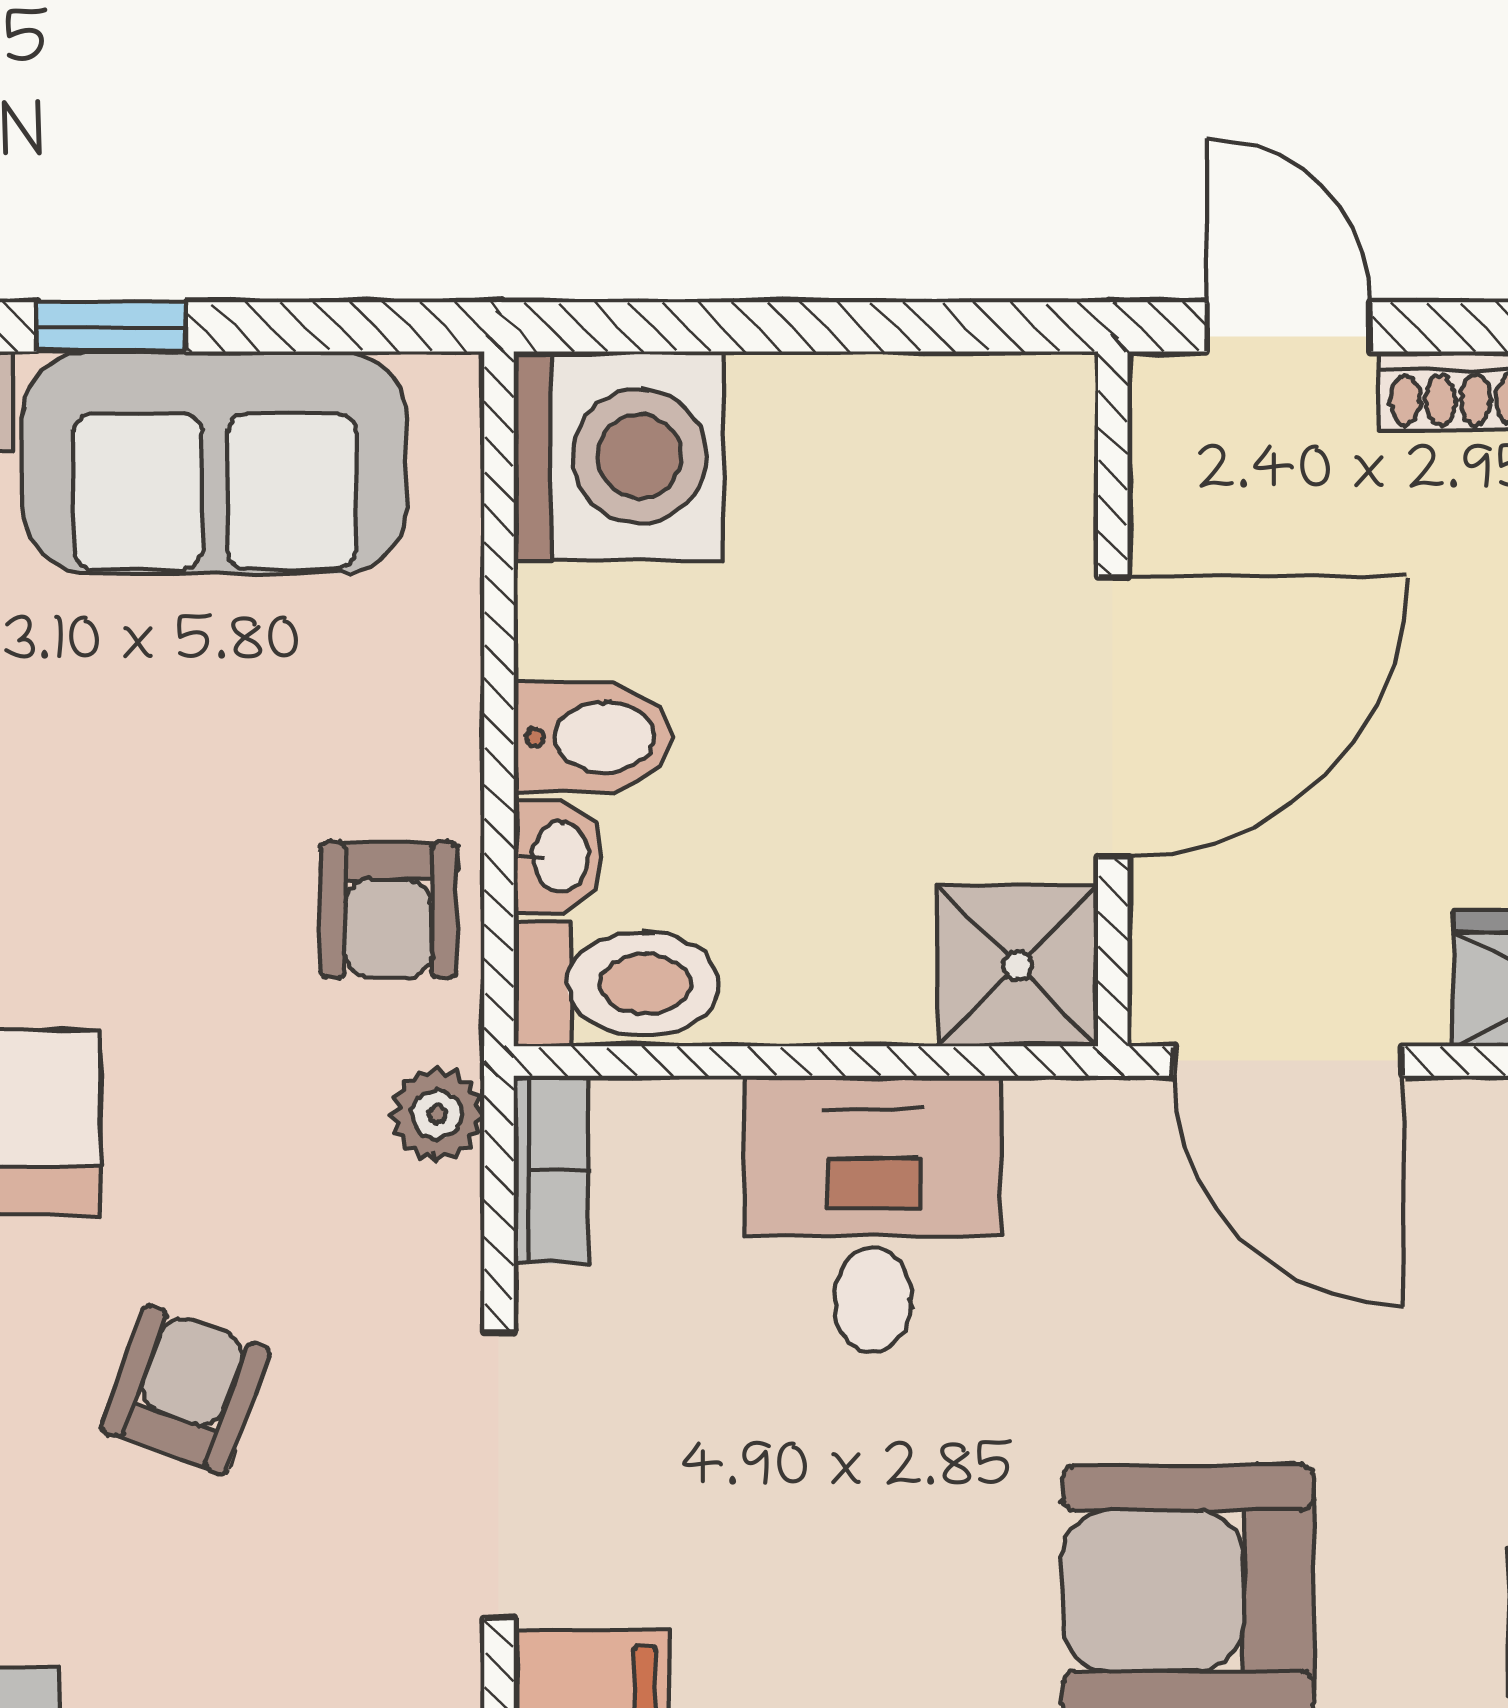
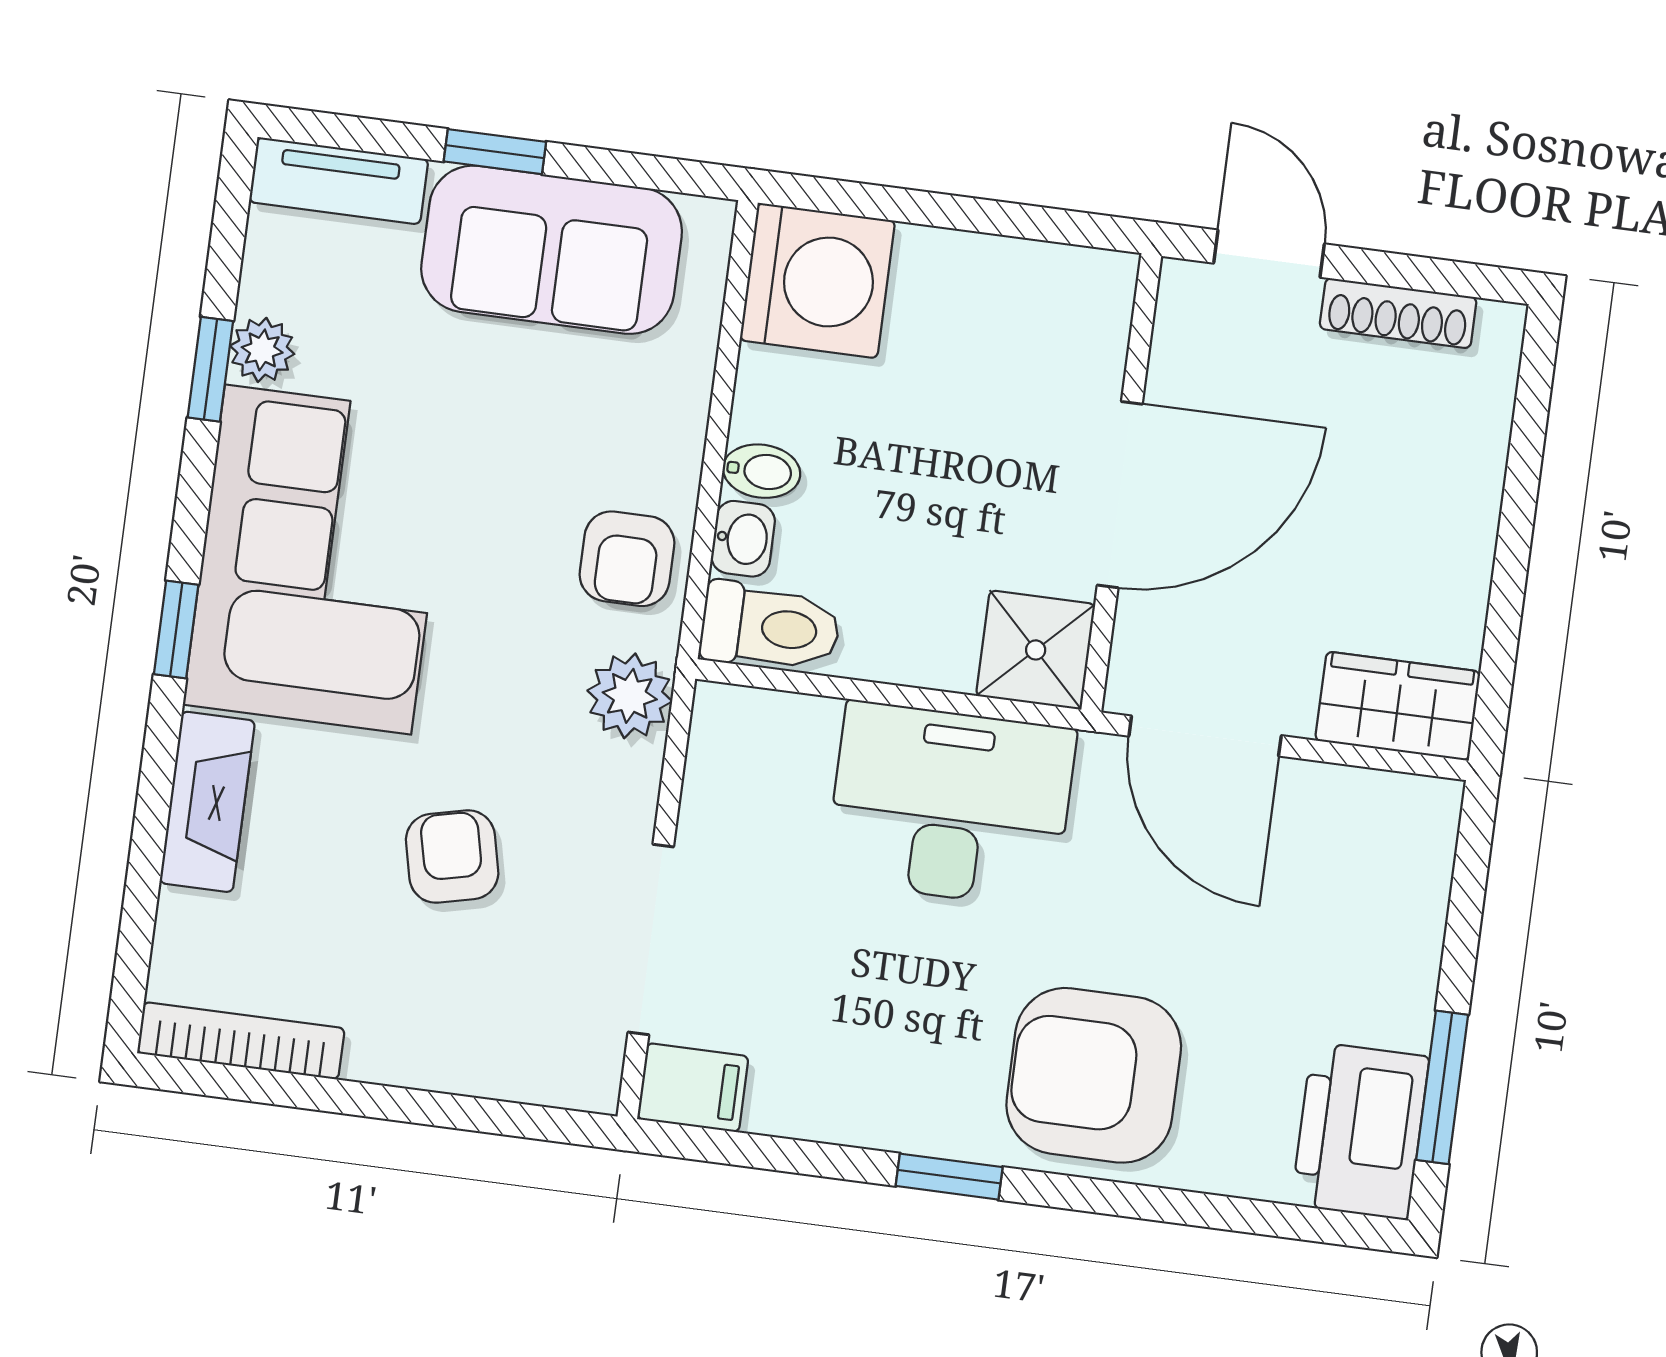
bidet: (594, 737) -> (762, 471), width x0.72, depth x0.74
plant: (437, 1114) -> (630, 696), width x1.38, depth x1.38
bookcase: (551, 1170) -> (712, 744), removed
desk: (873, 1214) -> (950, 805), width x1.37
armchair: (185, 1390) -> (452, 857), turned -33

